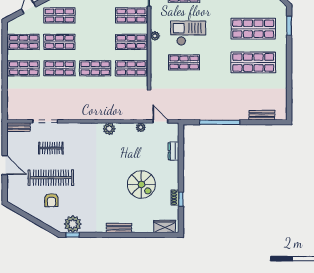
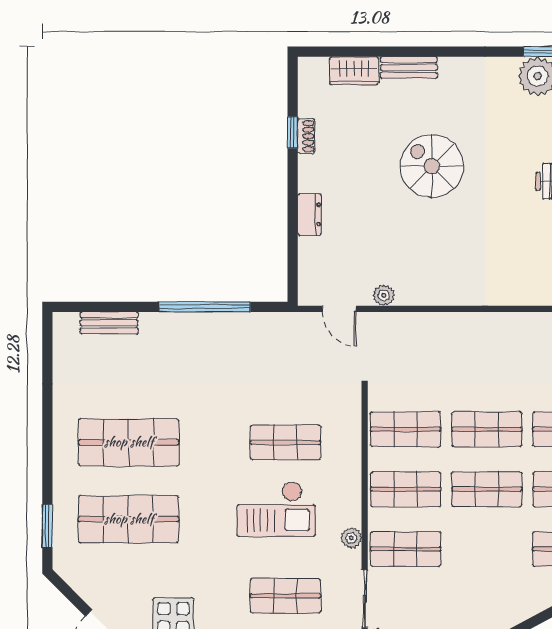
plant: (155, 36) -> (351, 538), moved
shop shelf: (95, 42) -> (487, 489), added
plant: (109, 129) -> (455, 292), removed
dresser: (173, 151) -> (309, 215), moved
spiral stairs: (141, 184) -> (432, 166), moved
wardrobe: (165, 226) -> (354, 71), moved
bench: (119, 228) -> (409, 67), moved

